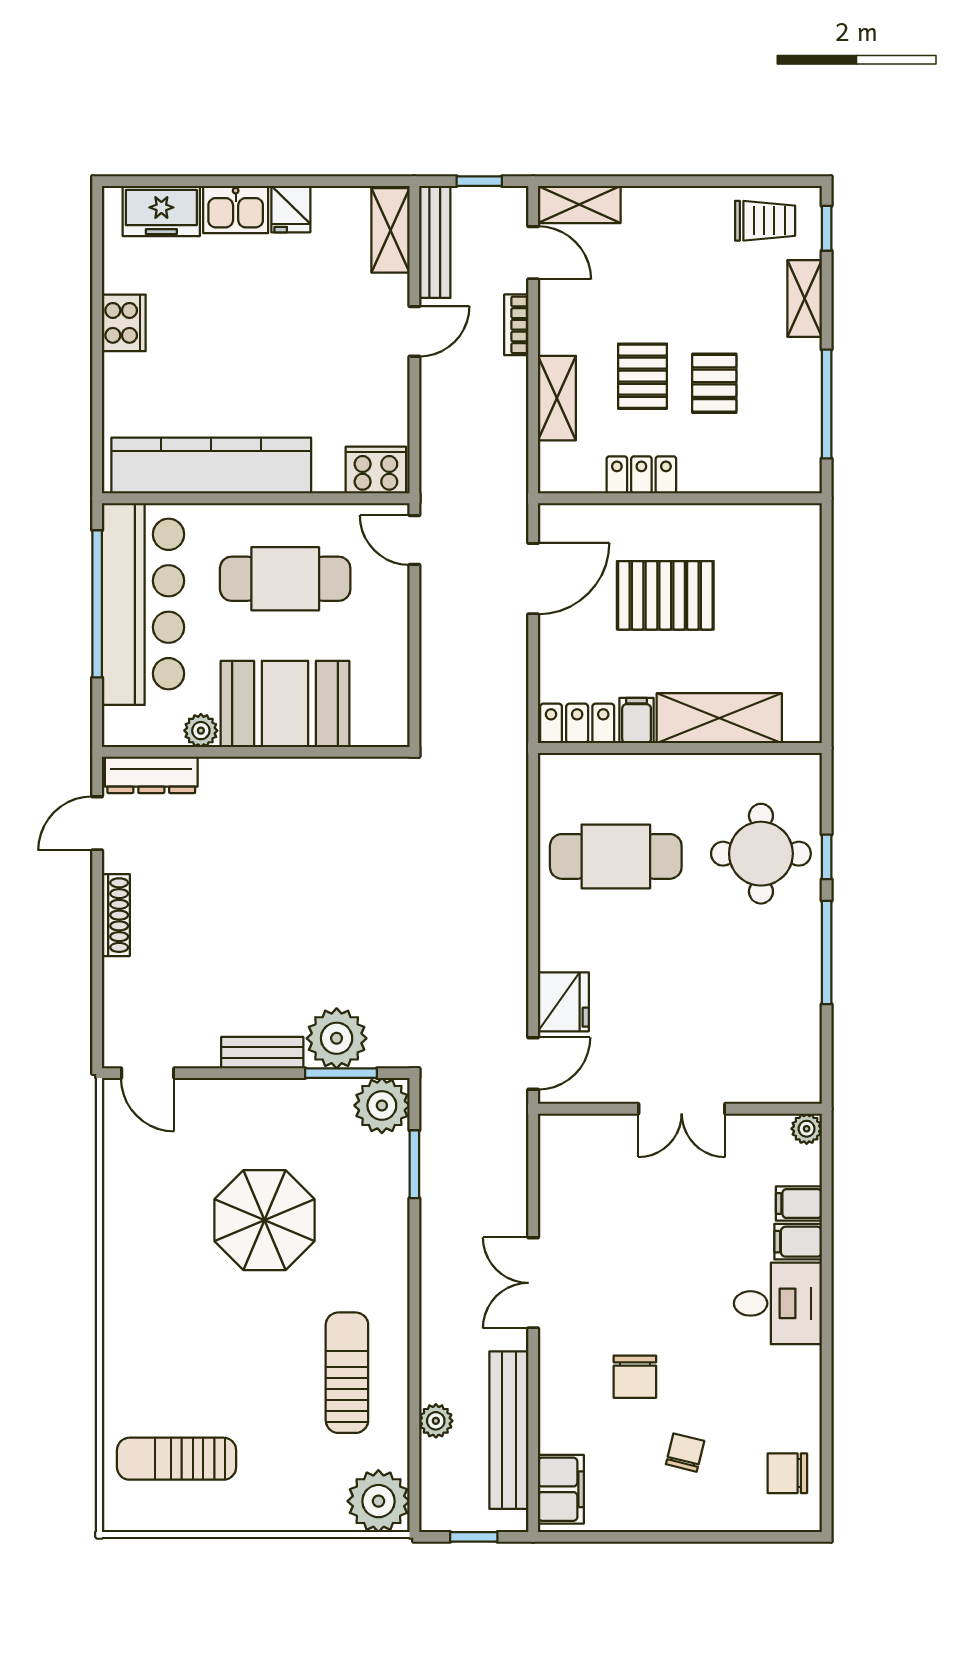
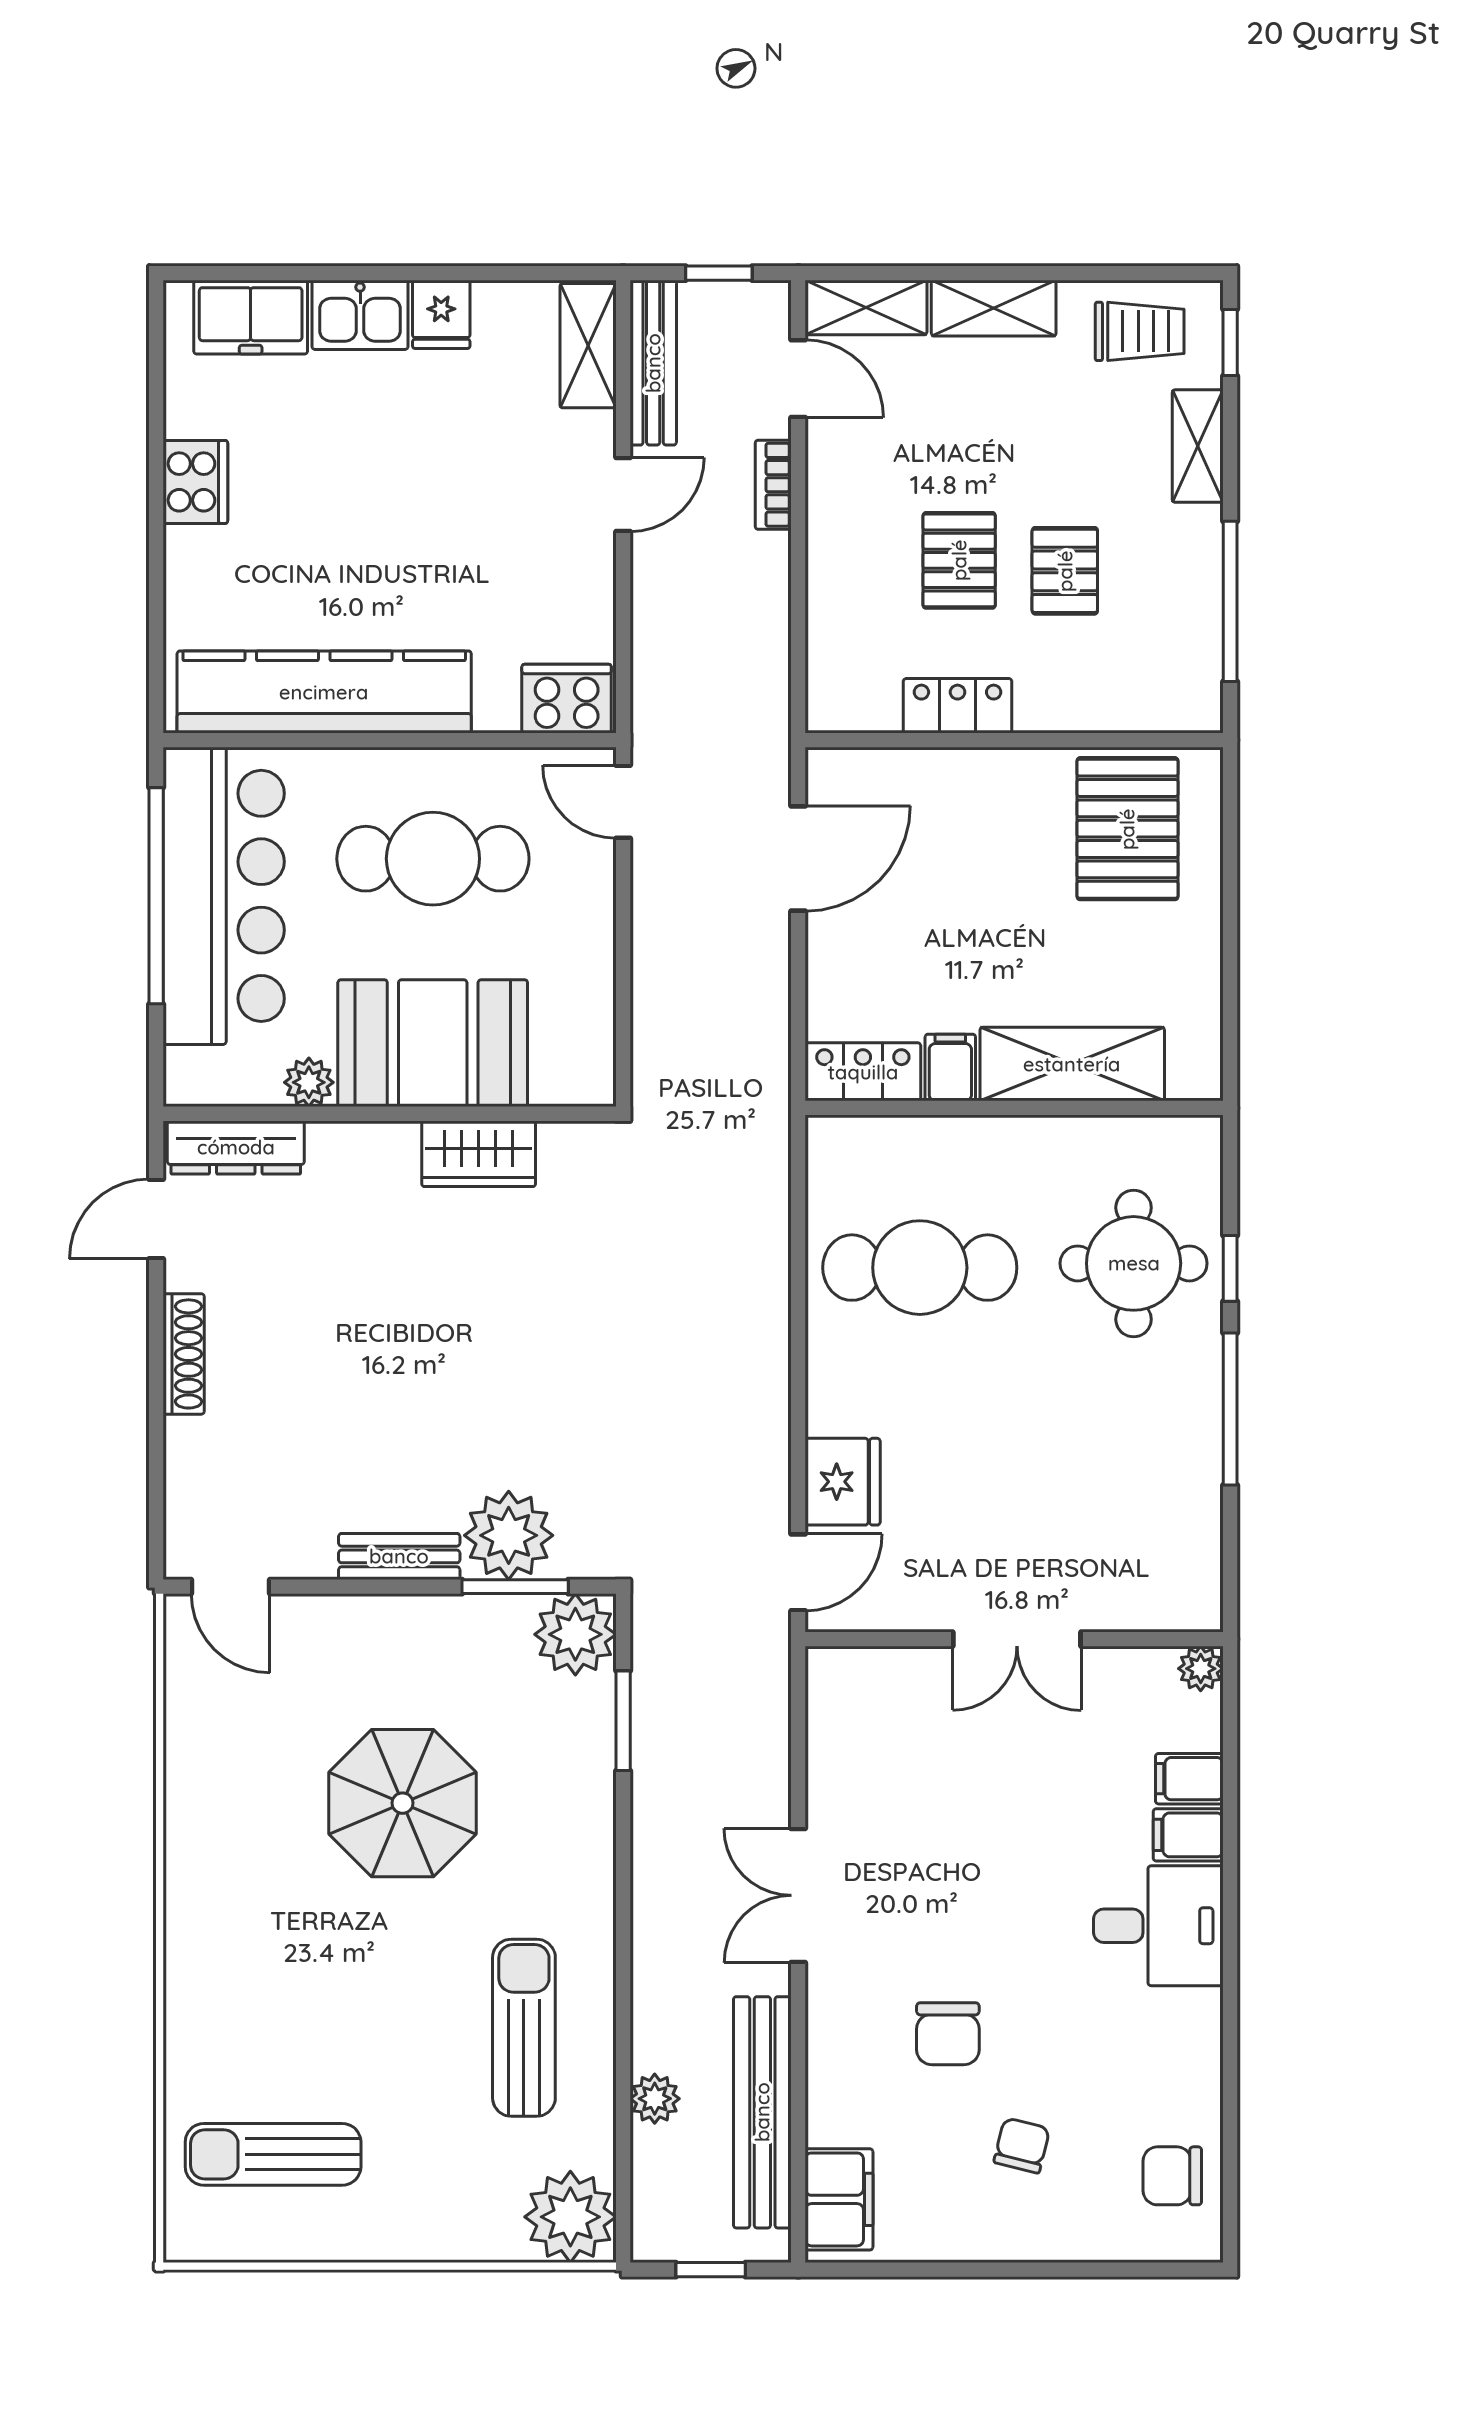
shelving: (557, 398) -> (994, 308), moved, turned 90
pallet: (665, 595) -> (1127, 829), moved, turned 90
wardrobe: (316, 779) -> (479, 1154), added

